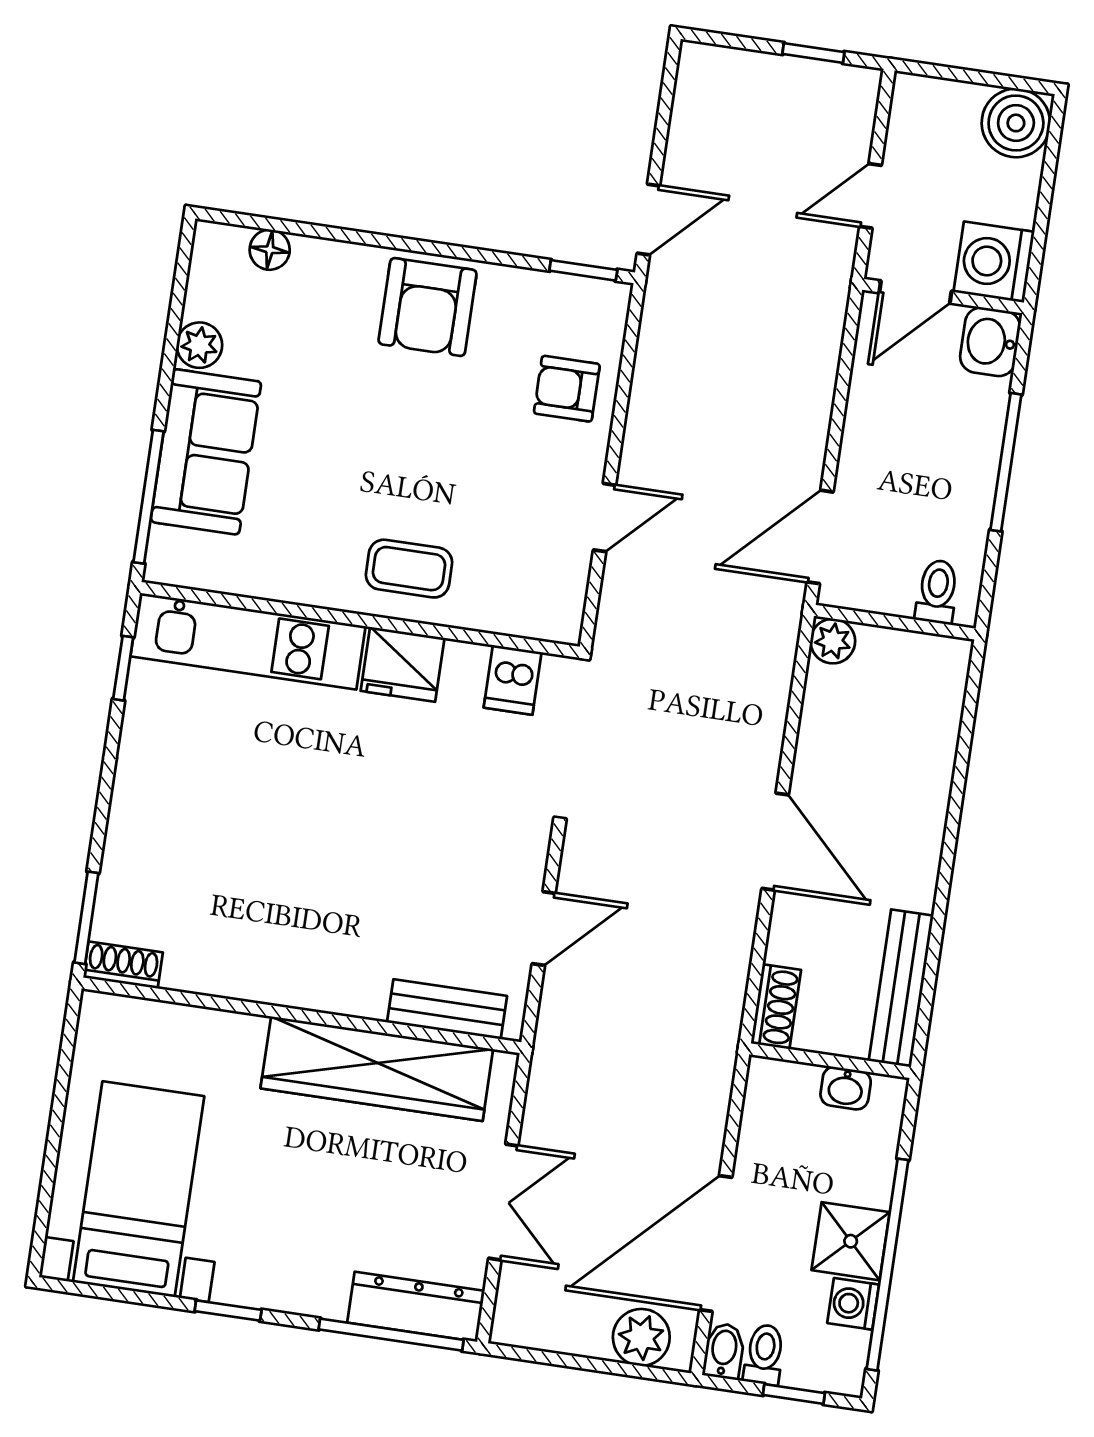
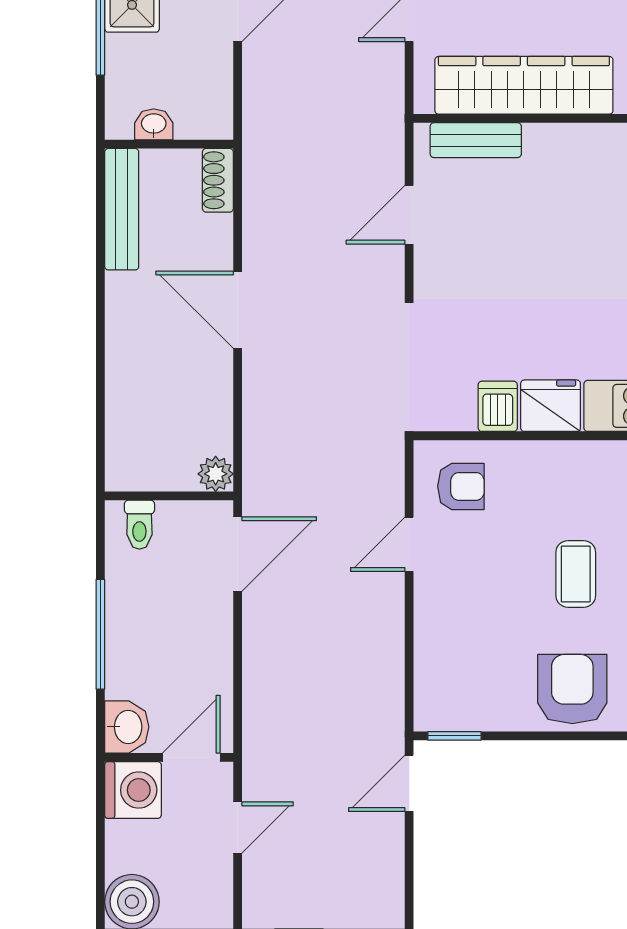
armchair: (567, 389) -> (461, 486), moved
coffee table: (409, 569) -> (576, 574), moved, turned 90
dishwasher: (513, 680) -> (498, 406), moved

